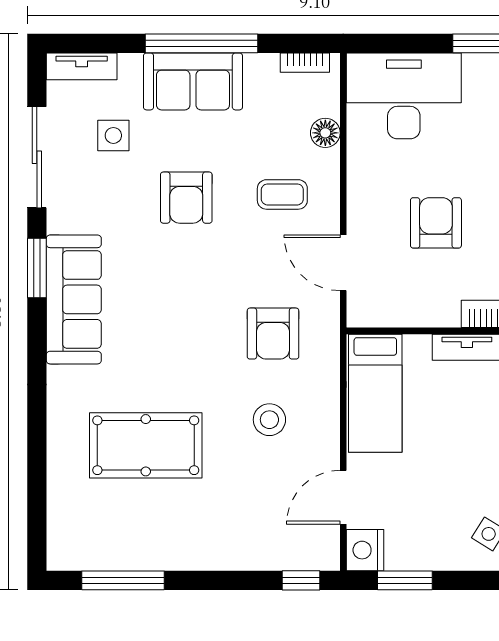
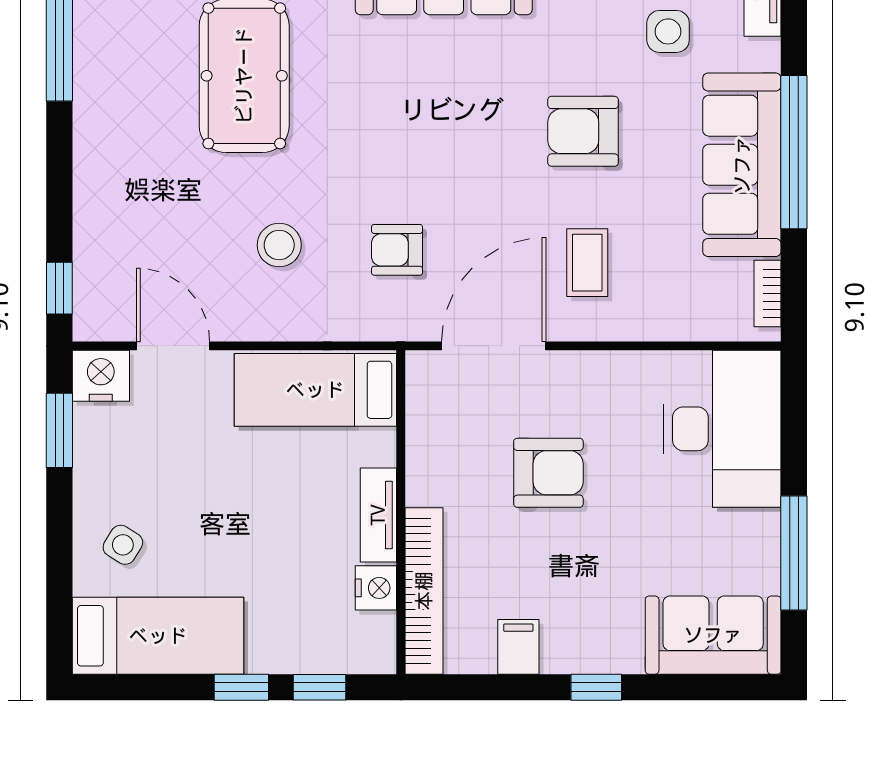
sofa: (193, 81) -> (742, 165), width x1.36
floor lamp: (325, 133) -> (672, 321), removed
door: (343, 263) -> (494, 346), width x1.36
armchair: (273, 334) -> (397, 250), width x0.72, depth x0.72

